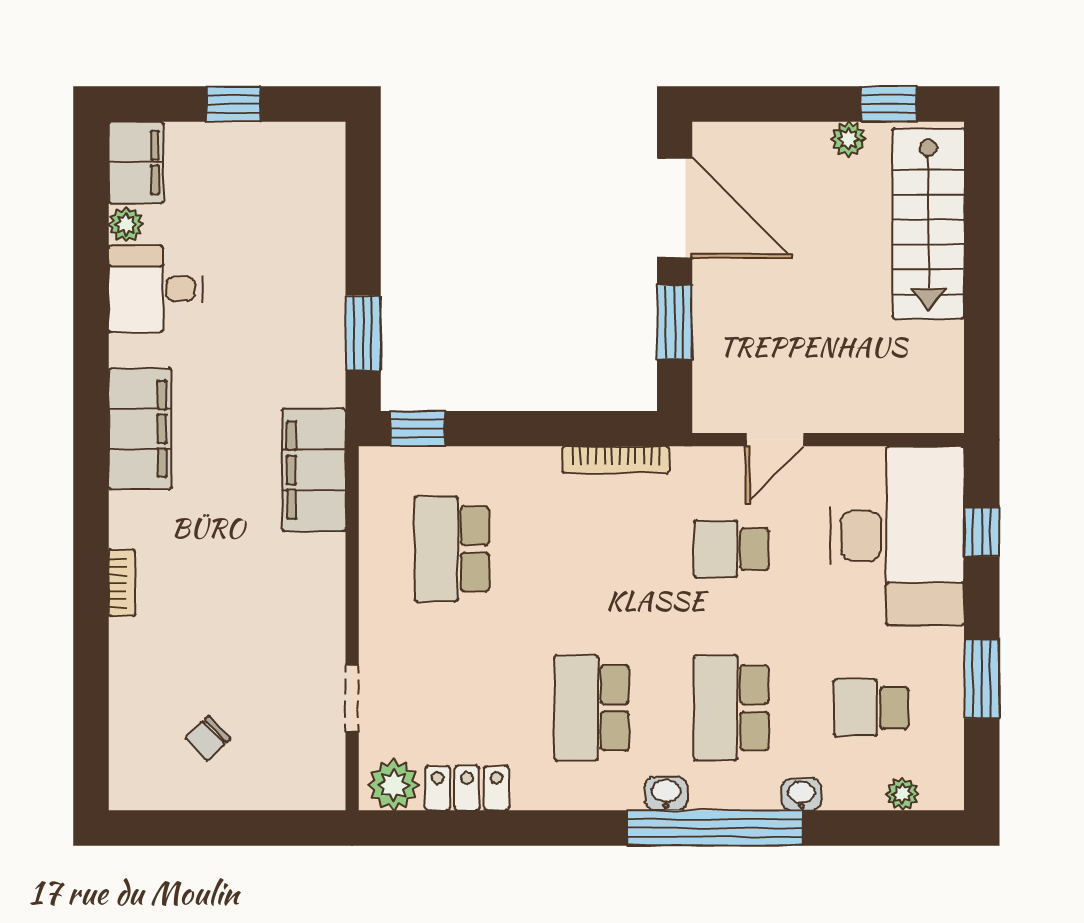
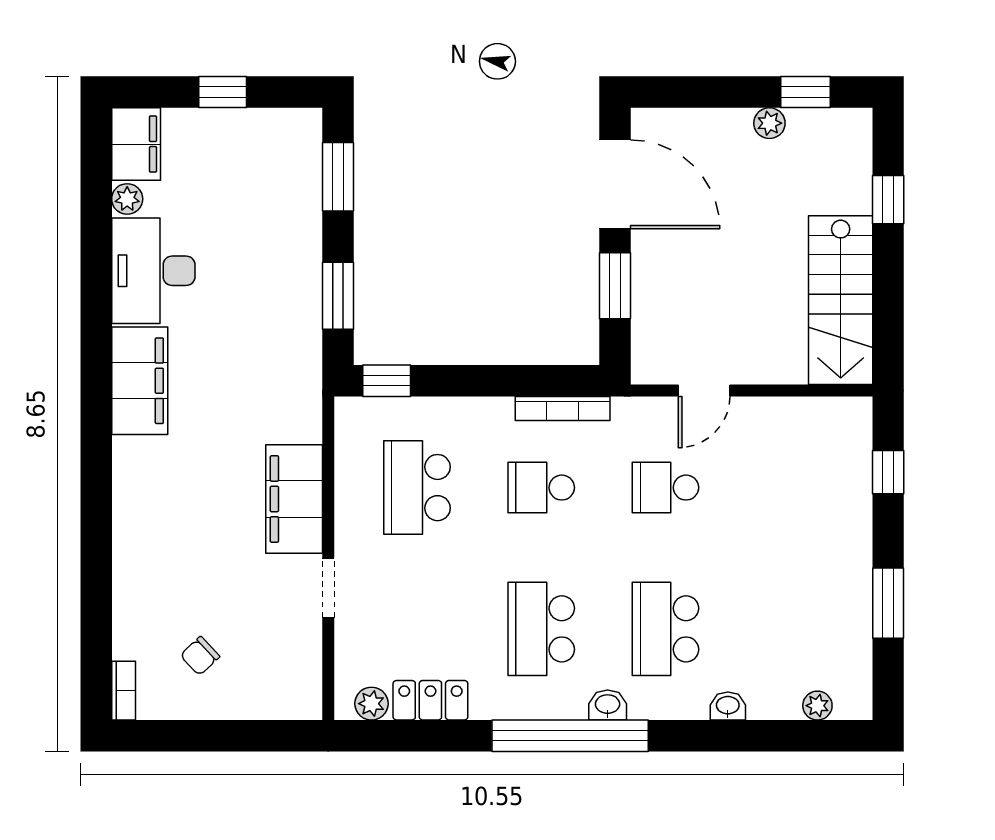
window: (363, 199) -> (338, 177), added
stairs: (928, 224) -> (841, 300), moved
window: (982, 225) -> (888, 200), added
desk: (155, 289) -> (153, 271), width x1.37
filing cabinet: (314, 470) -> (294, 499), moved
desk: (897, 536) -> (813, 476), removed
bookcase: (122, 583) -> (124, 691), moved
doorway: (352, 699) -> (328, 588), moved
school desk: (871, 708) -> (541, 488), moved
plant: (394, 785) -> (371, 704), width x0.73, depth x0.73
window: (715, 828) -> (570, 736), moved

